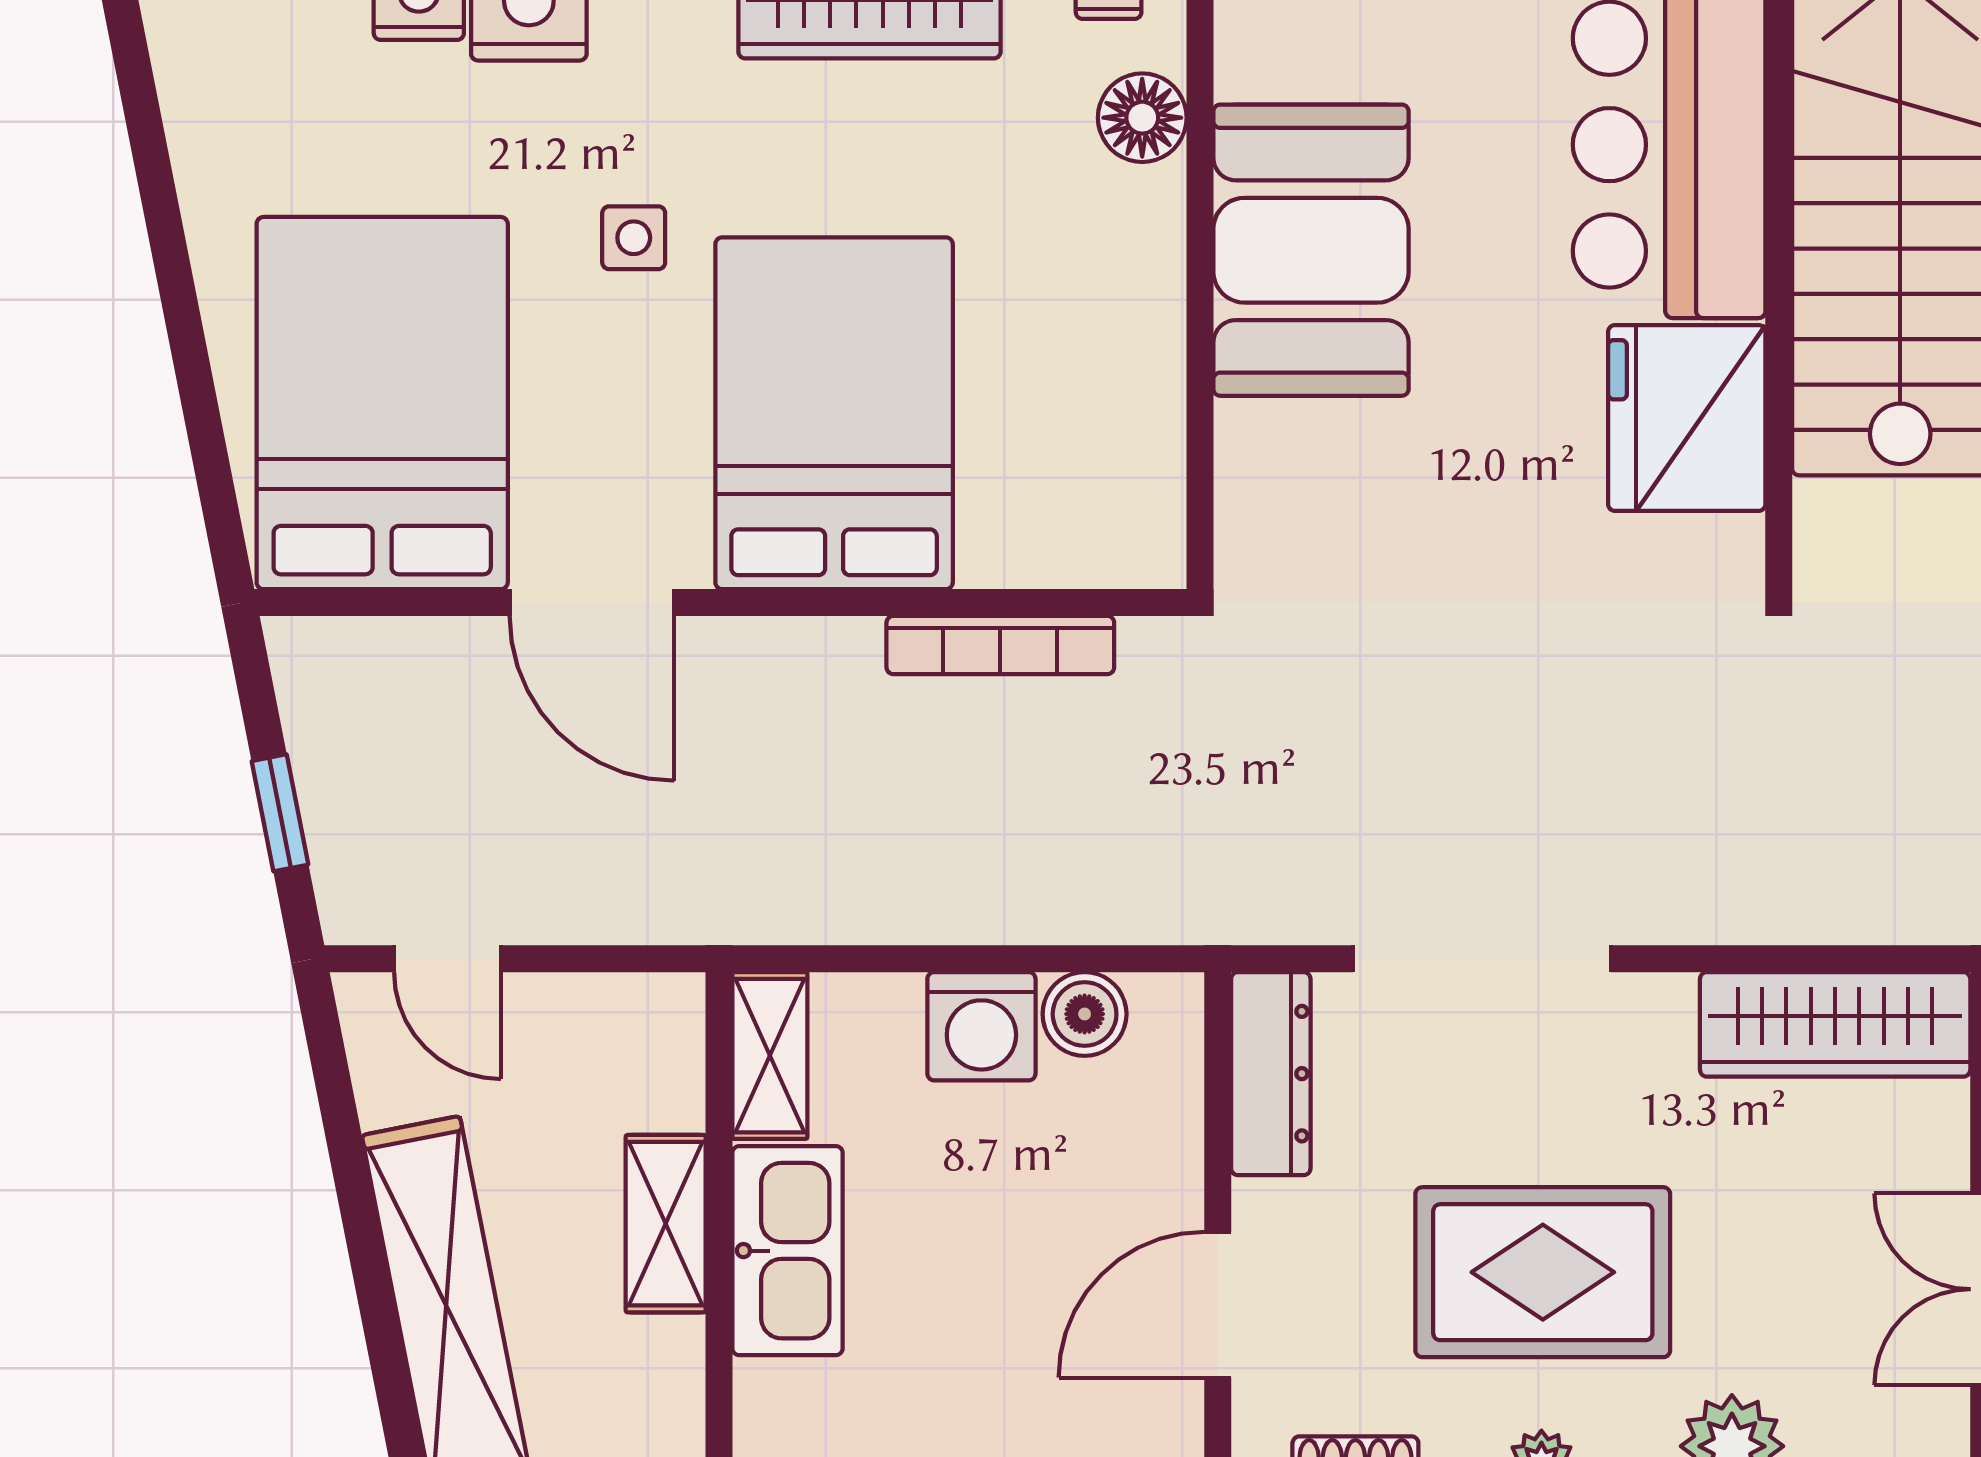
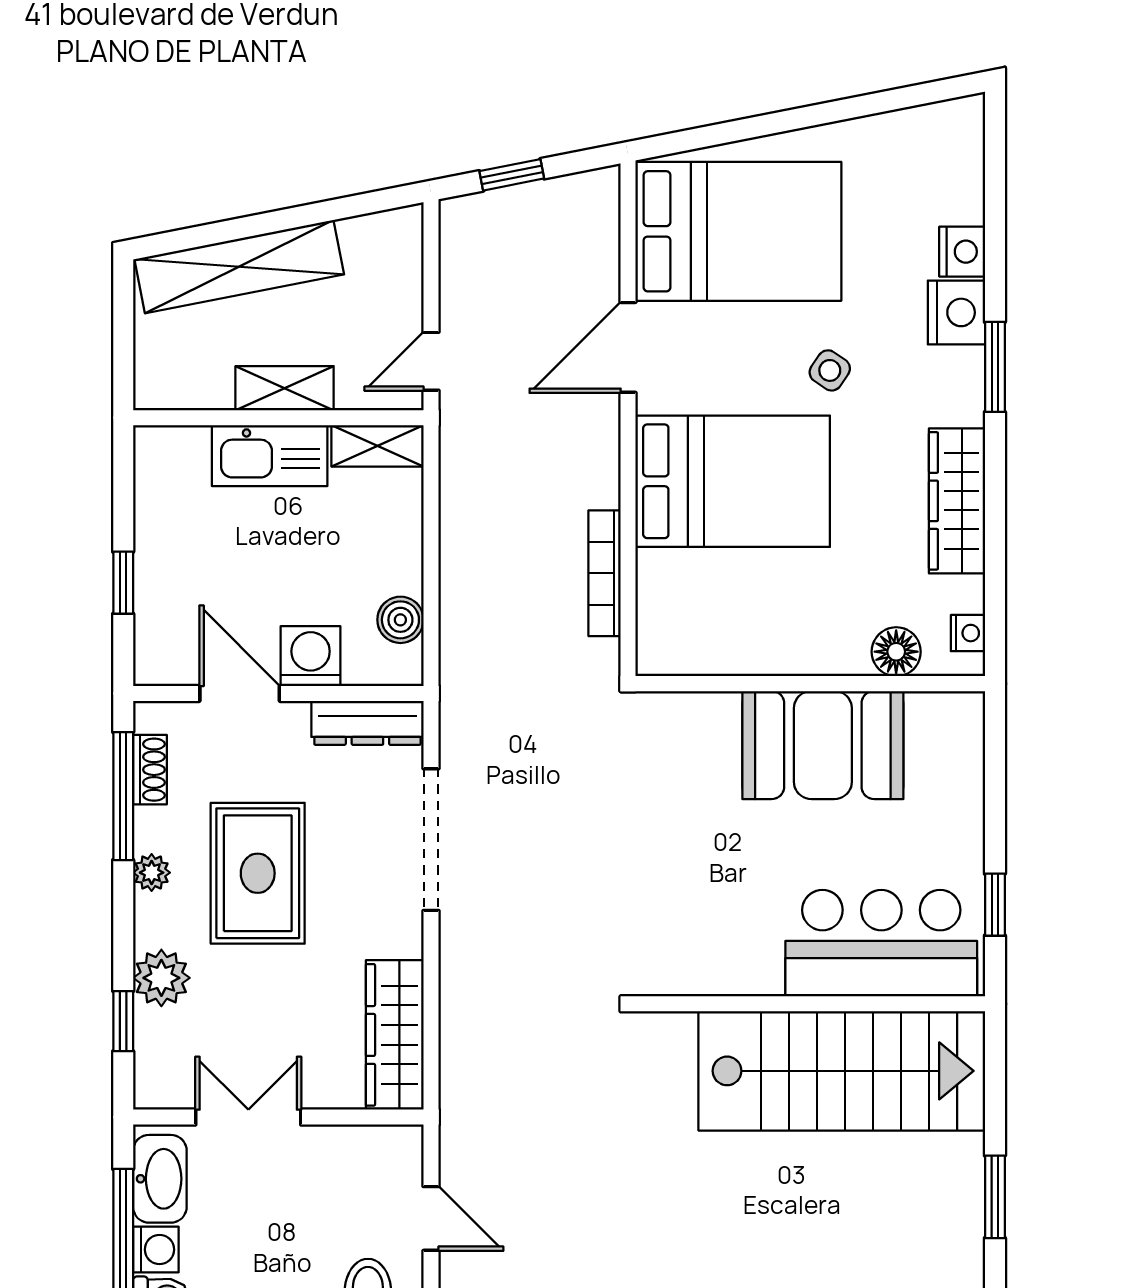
side table: (634, 238) -> (830, 370), turned 34
fridge: (1687, 418) -> (730, 953), removed
door: (447, 959) -> (431, 361), moved
washing machine: (981, 1026) -> (311, 656), moved, turned 90

